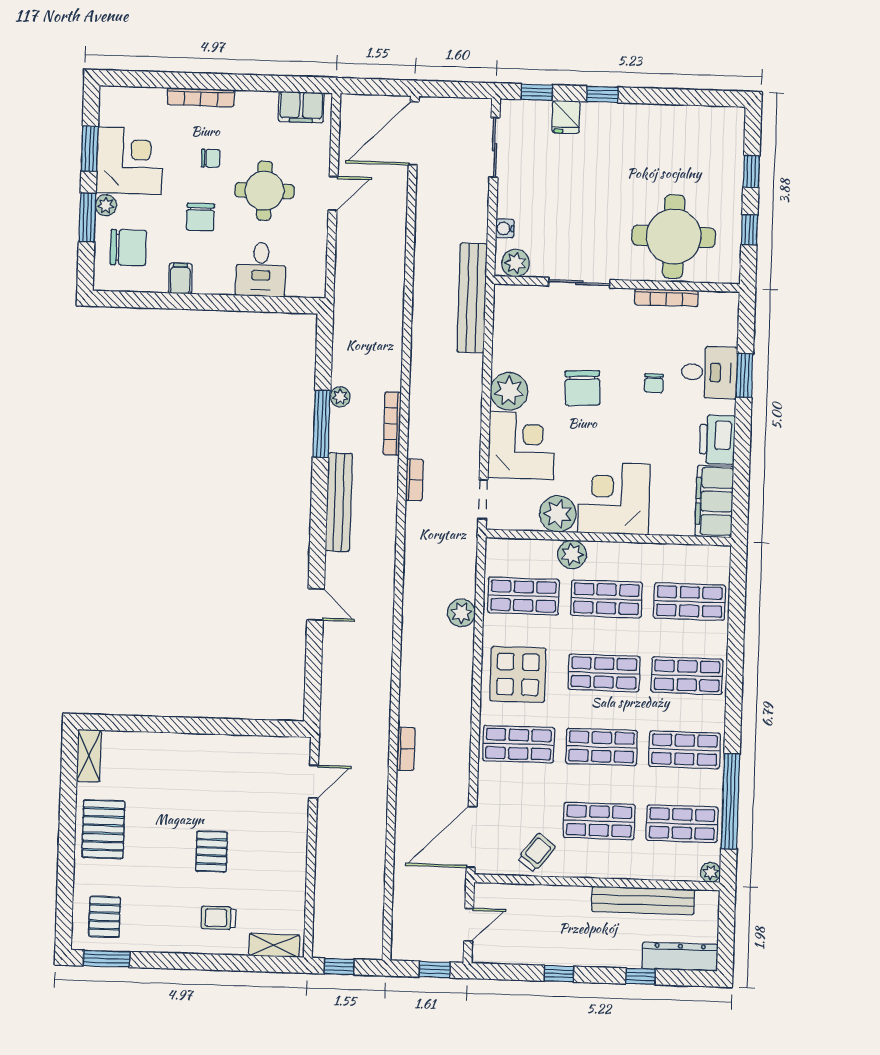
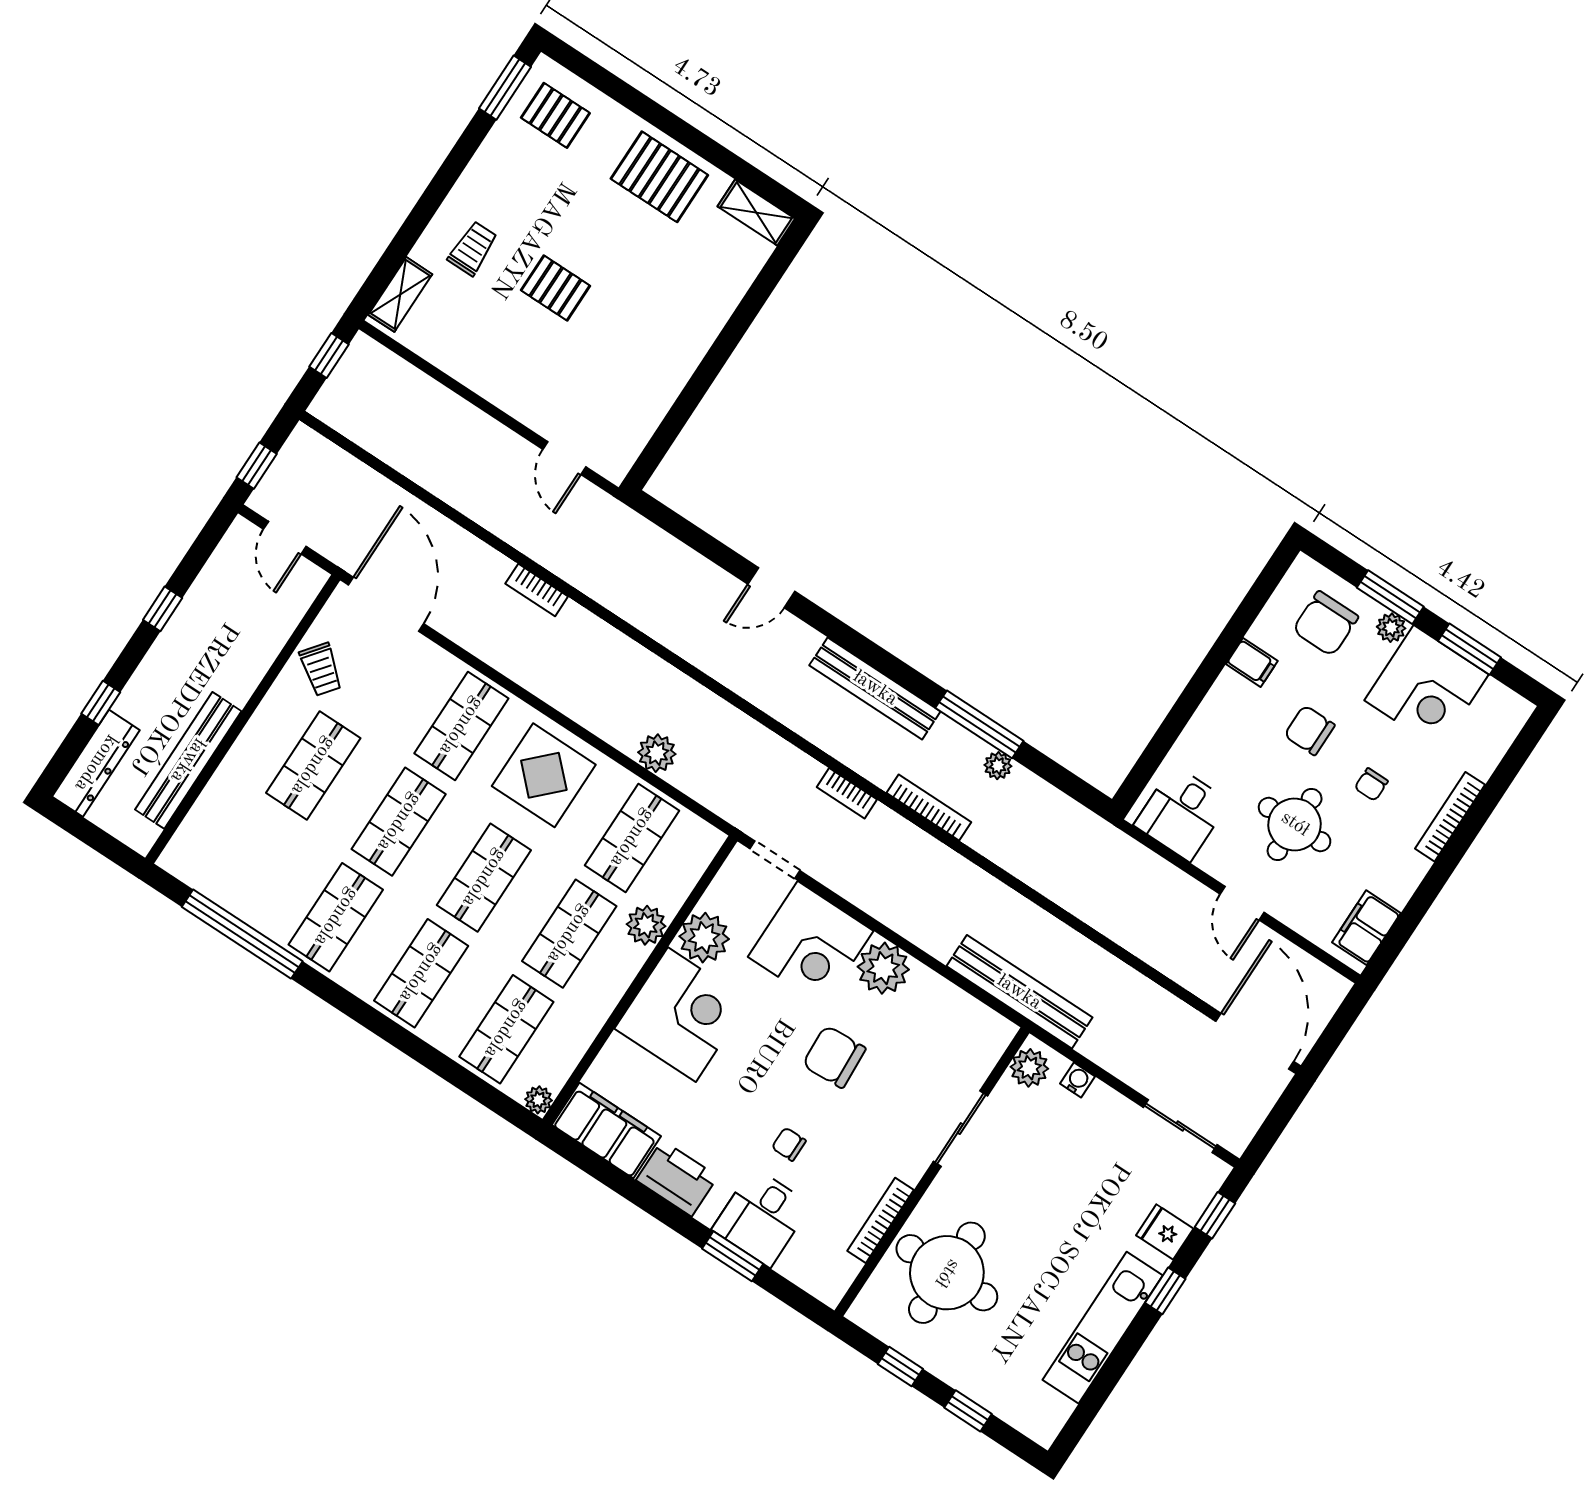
kitchen unit: (649, 119) -> (1103, 1328), added
desk: (261, 269) -> (1182, 813), moved, turned -90
shop shelf: (682, 824) -> (250, 861), removed
plant: (711, 872) -> (539, 1100), moved

